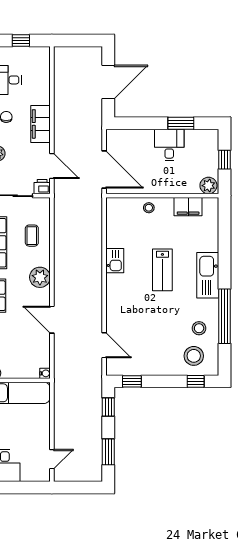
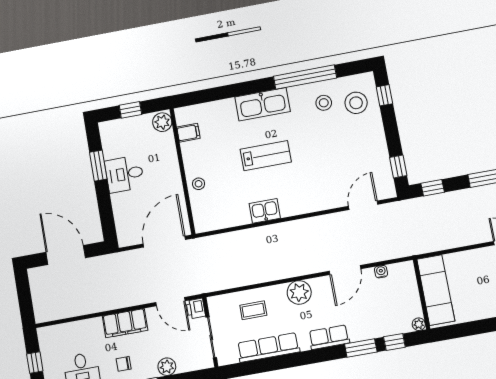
door: (52, 166) -> (170, 302), swing flipped
filing cabinet: (188, 207) -> (188, 133), width x0.50
water cooler: (45, 373) -> (381, 272), moved

